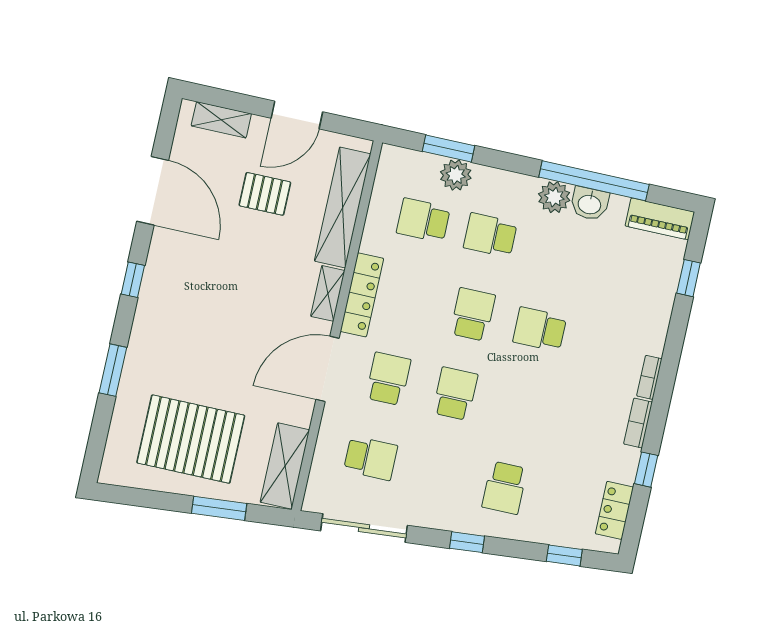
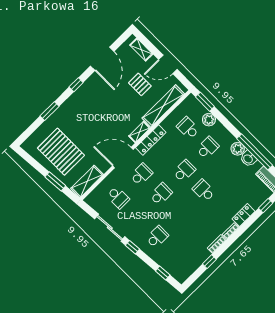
window: (449, 149) -> (205, 102), moved
school desk: (490, 235) -> (208, 148), turned 90
school desk: (505, 488) -> (157, 237), turned 180
locker: (614, 510) -> (244, 215), moved
sliding door: (364, 528) -> (110, 228), moved

